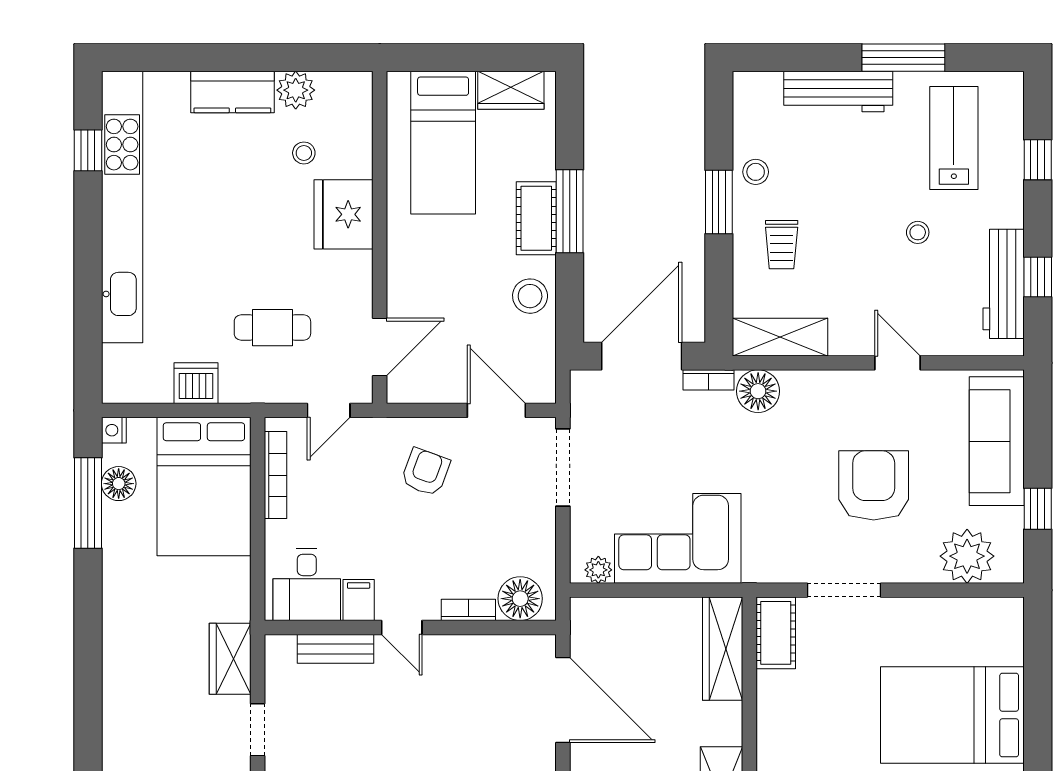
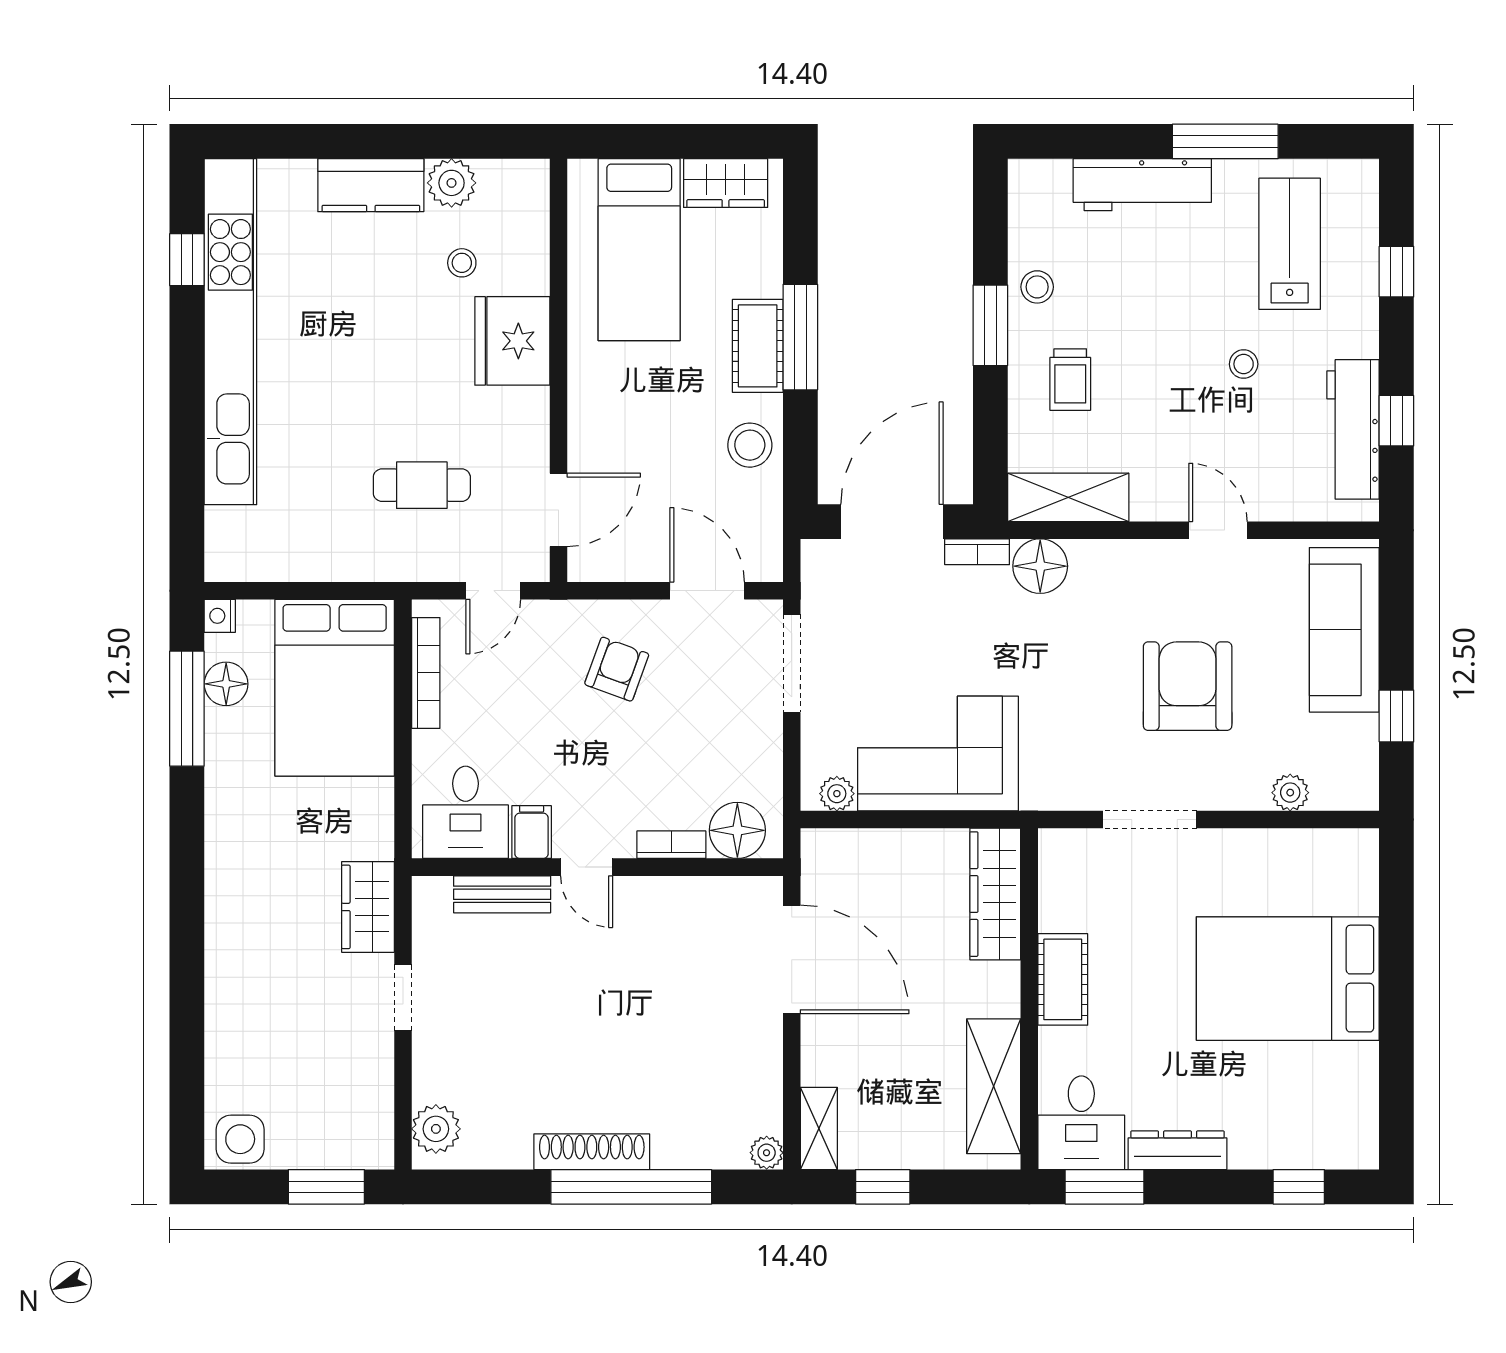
dishwasher: (196, 383) -> (324, 556), removed
plant: (967, 556) -> (1290, 793), width x0.53, depth x0.53
cot: (776, 633) -> (1063, 979), moved

